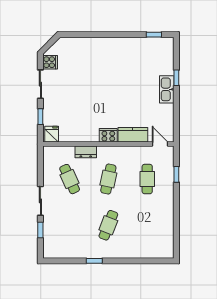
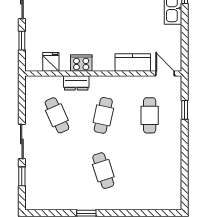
fridge: (52, 134) -> (51, 62), moved
cooker: (108, 135) -> (81, 63), moved
cafe table: (108, 225) -> (103, 171), turned -39

